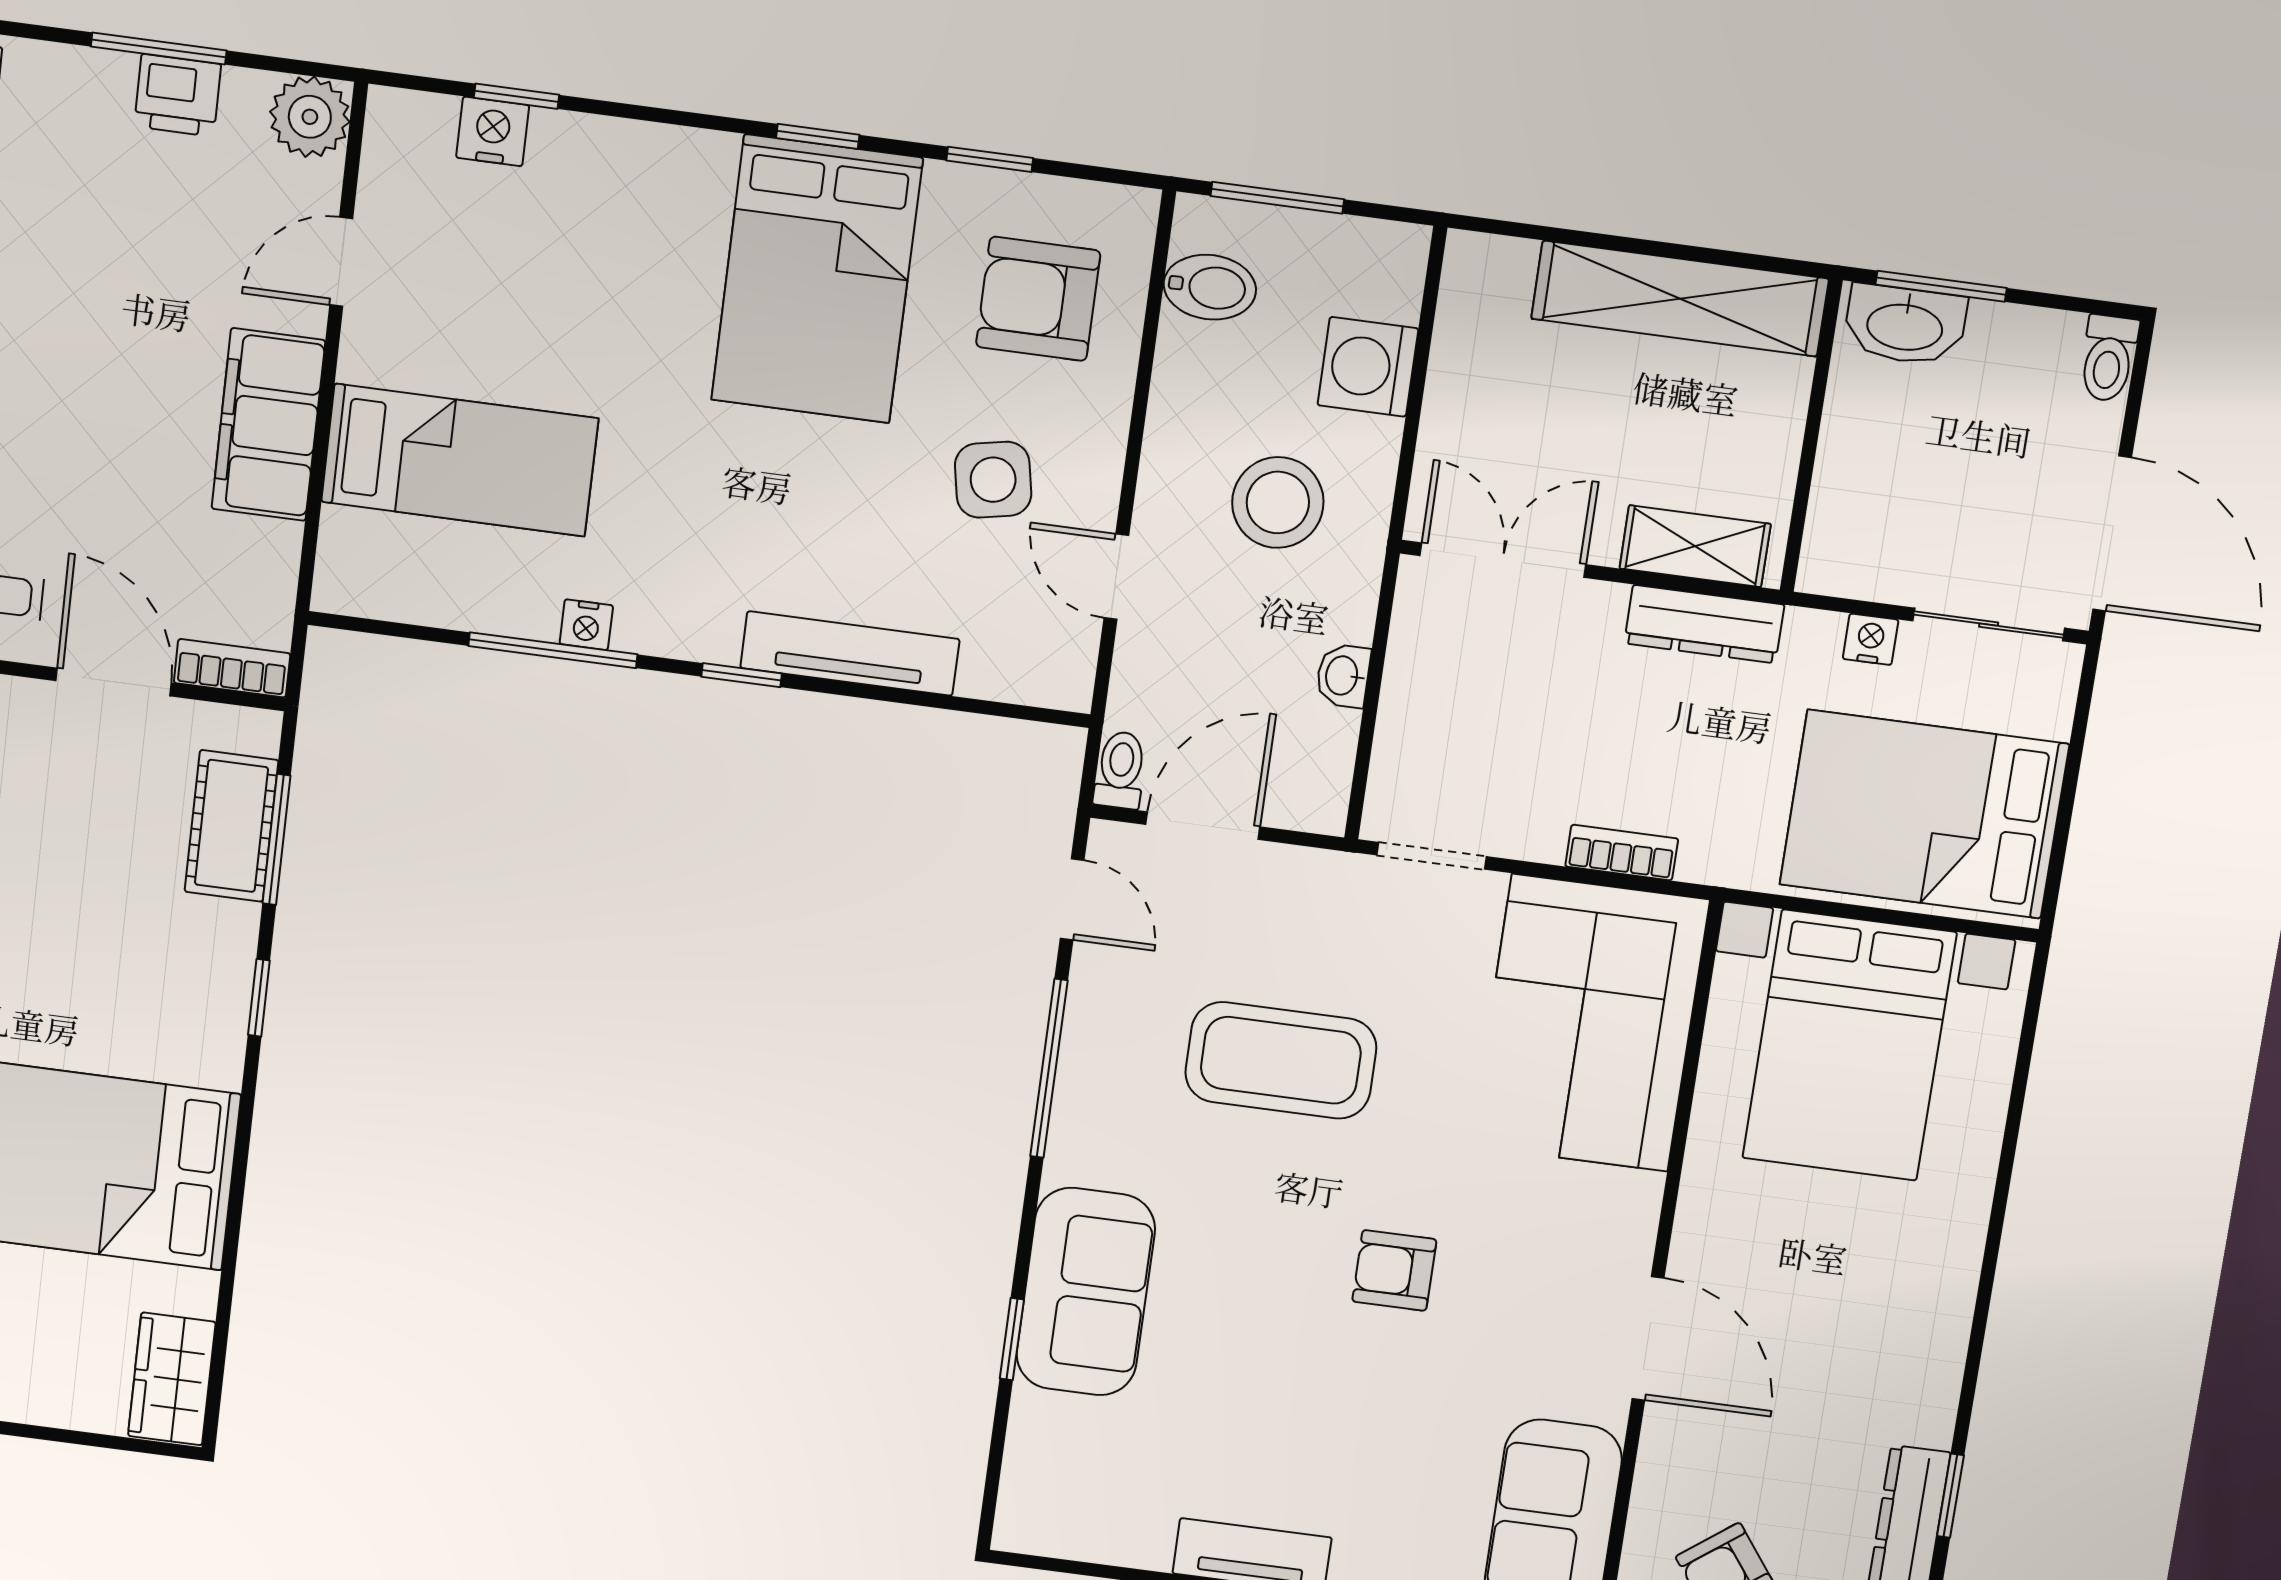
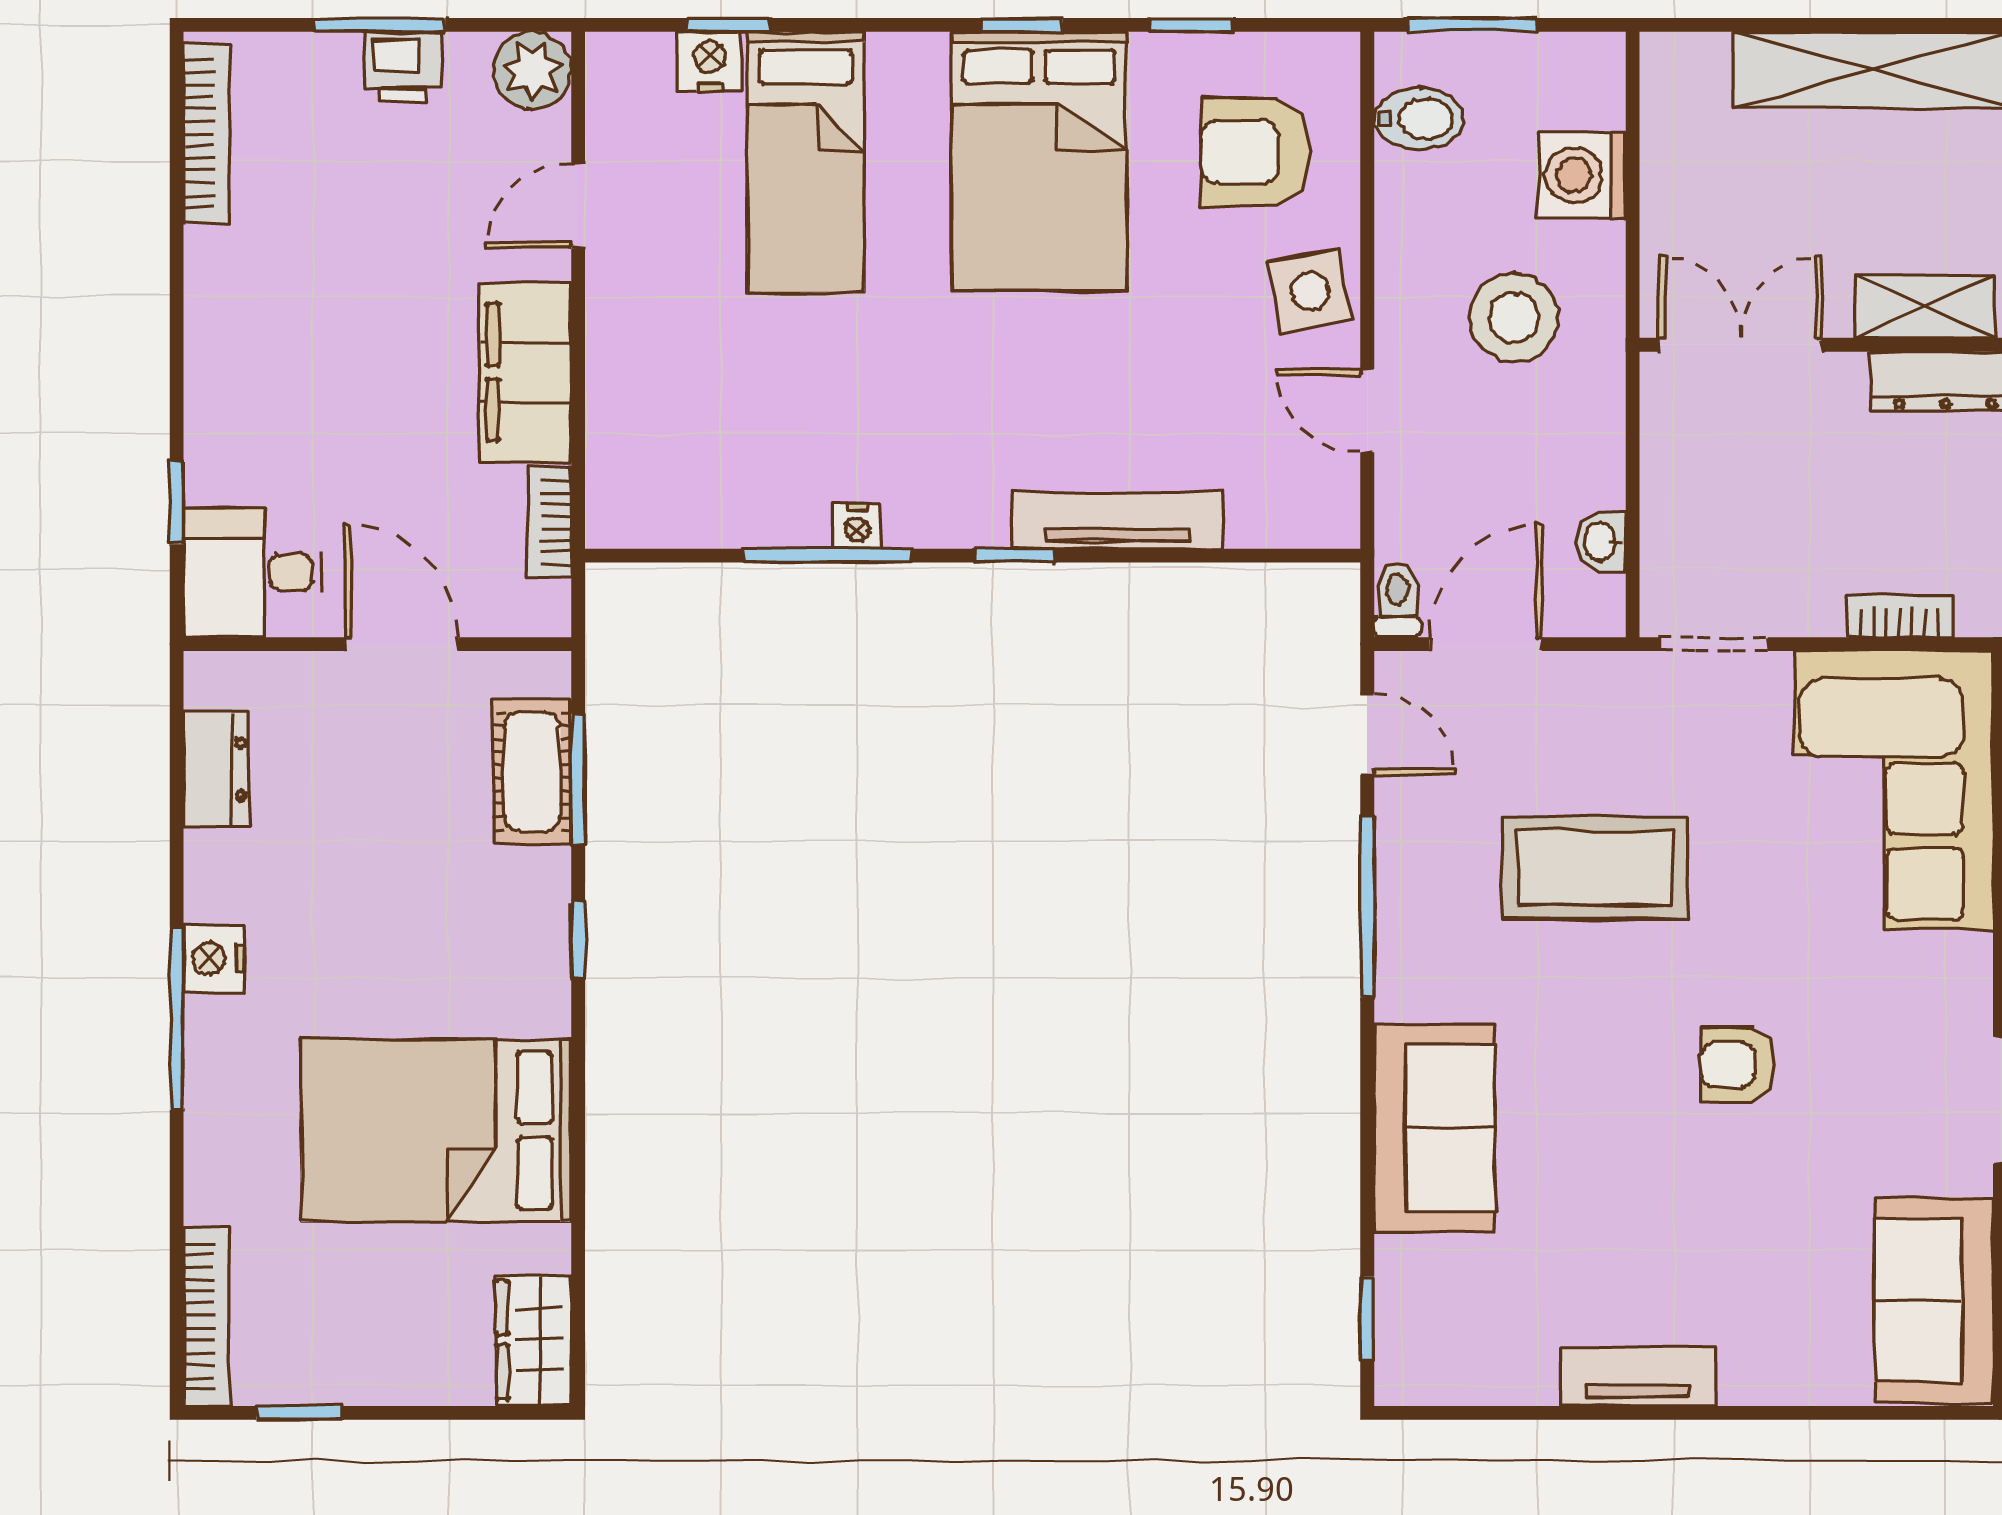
bed: (460, 460) -> (806, 162), moved, turned 90
side table: (993, 480) -> (1310, 291), moved
bookcase: (232, 668) -> (549, 522), moved, turned -90
washbasin: (1343, 676) -> (1602, 542), moved
window: (1012, 1339) -> (1367, 1319), moved

